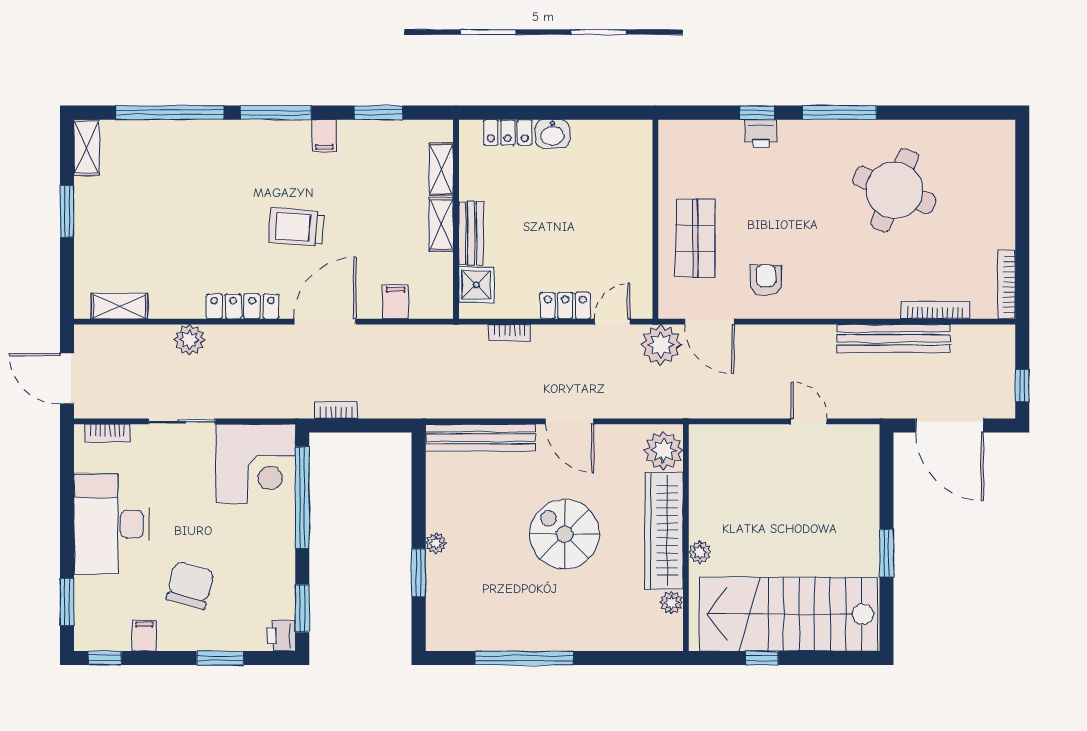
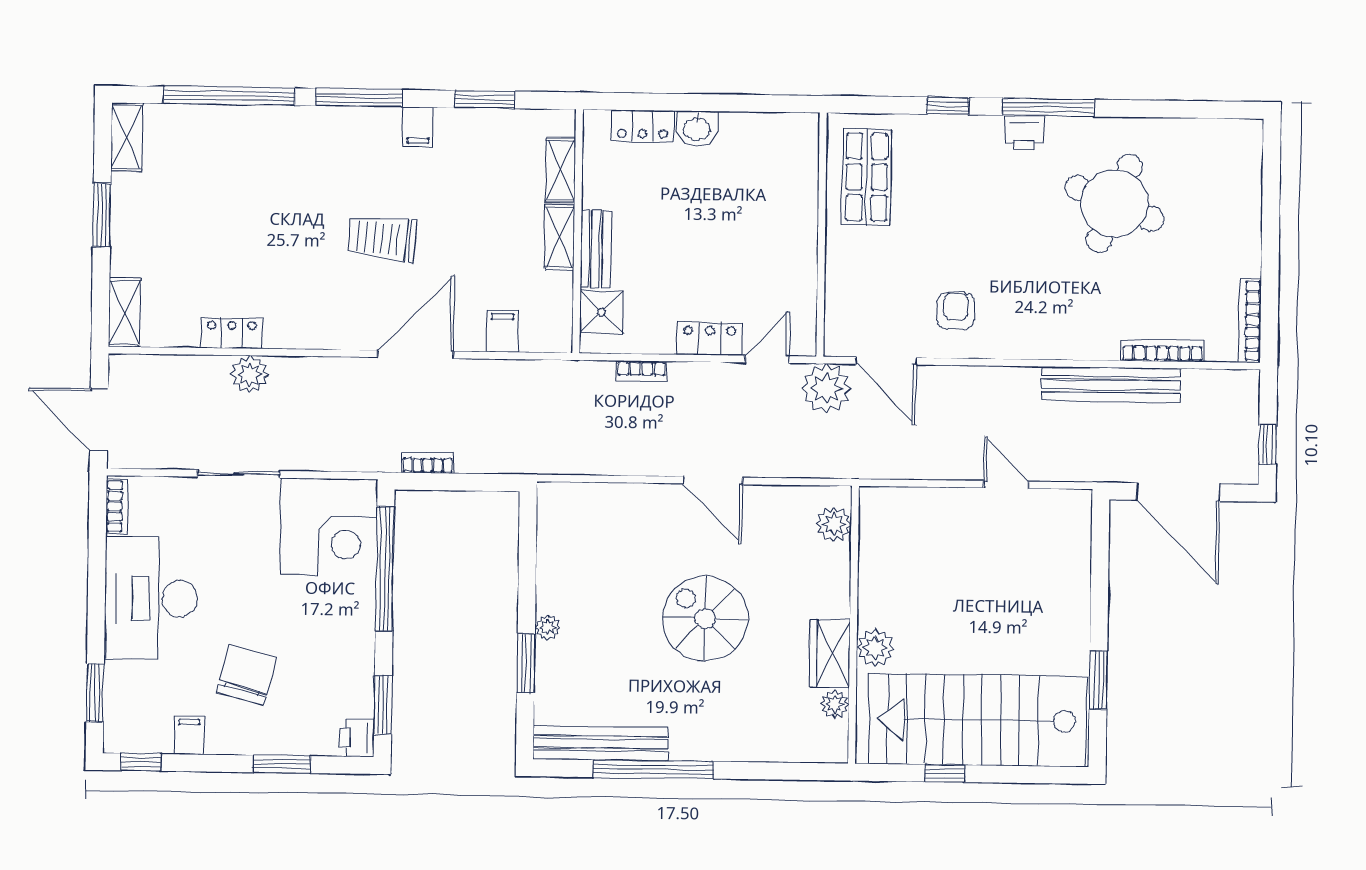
printer: (761, 134) -> (1024, 133), moved
shop shelf: (695, 238) -> (867, 177), moved
shelving: (119, 306) -> (124, 312), moved, turned 90
locker: (243, 306) -> (232, 333), moved, width x0.66
bookcase: (107, 433) -> (117, 506), moved, turned -90
bench: (480, 438) -> (600, 743), moved
plant: (664, 450) -> (834, 524), width x0.73, depth x0.73
wardrobe: (664, 531) -> (830, 653), width x0.48, depth x0.85
plant: (700, 552) -> (875, 648), width x1.38, depth x1.38
window: (887, 553) -> (1098, 680), moved

